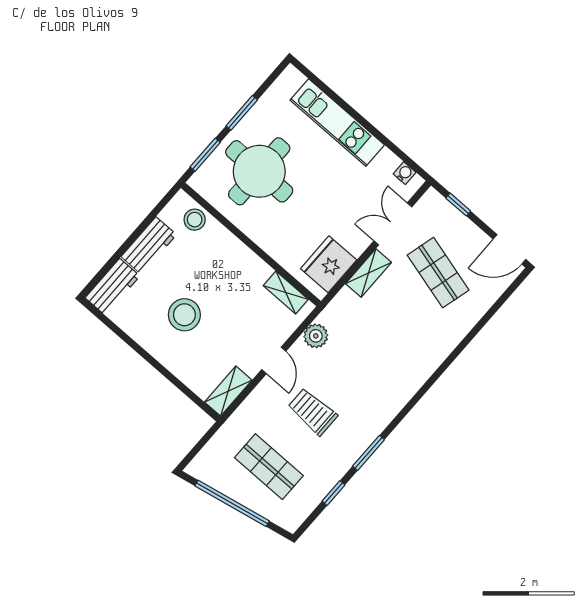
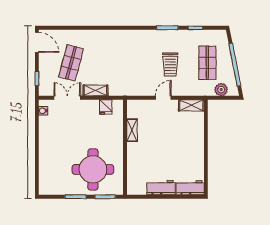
kitchen unit: (337, 123) -> (46, 155), removed
stool: (195, 220) -> (135, 178), removed
double door: (393, 224) -> (67, 98), swing flipped
fridge: (329, 264) -> (106, 107), width x0.53, depth x0.75
shelving: (286, 292) -> (132, 130), moved
stool: (184, 315) -> (176, 149), removed
plant: (316, 336) -> (221, 90), moved

